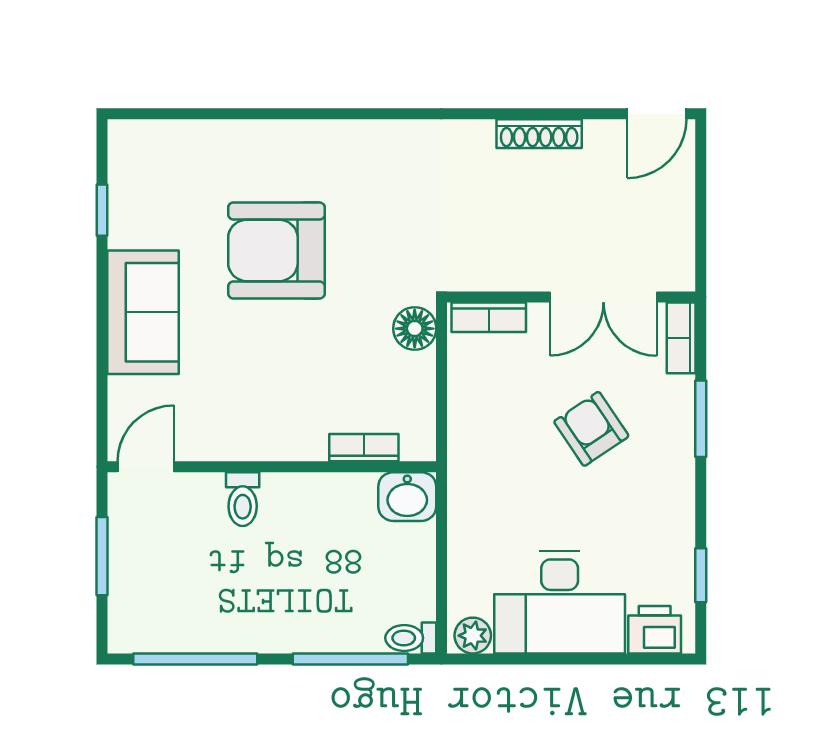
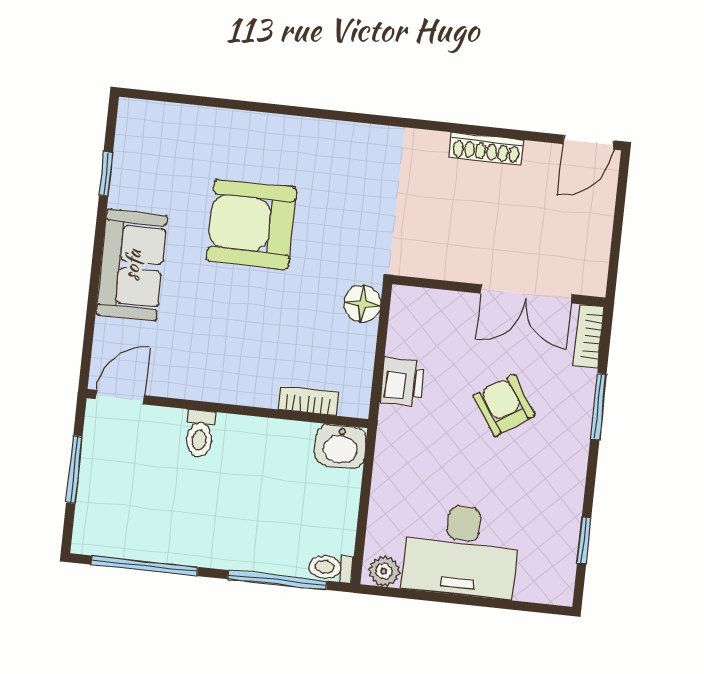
bookcase: (489, 317) -> (427, 301), removed
printer: (655, 630) -> (402, 382), moved, turned 90

